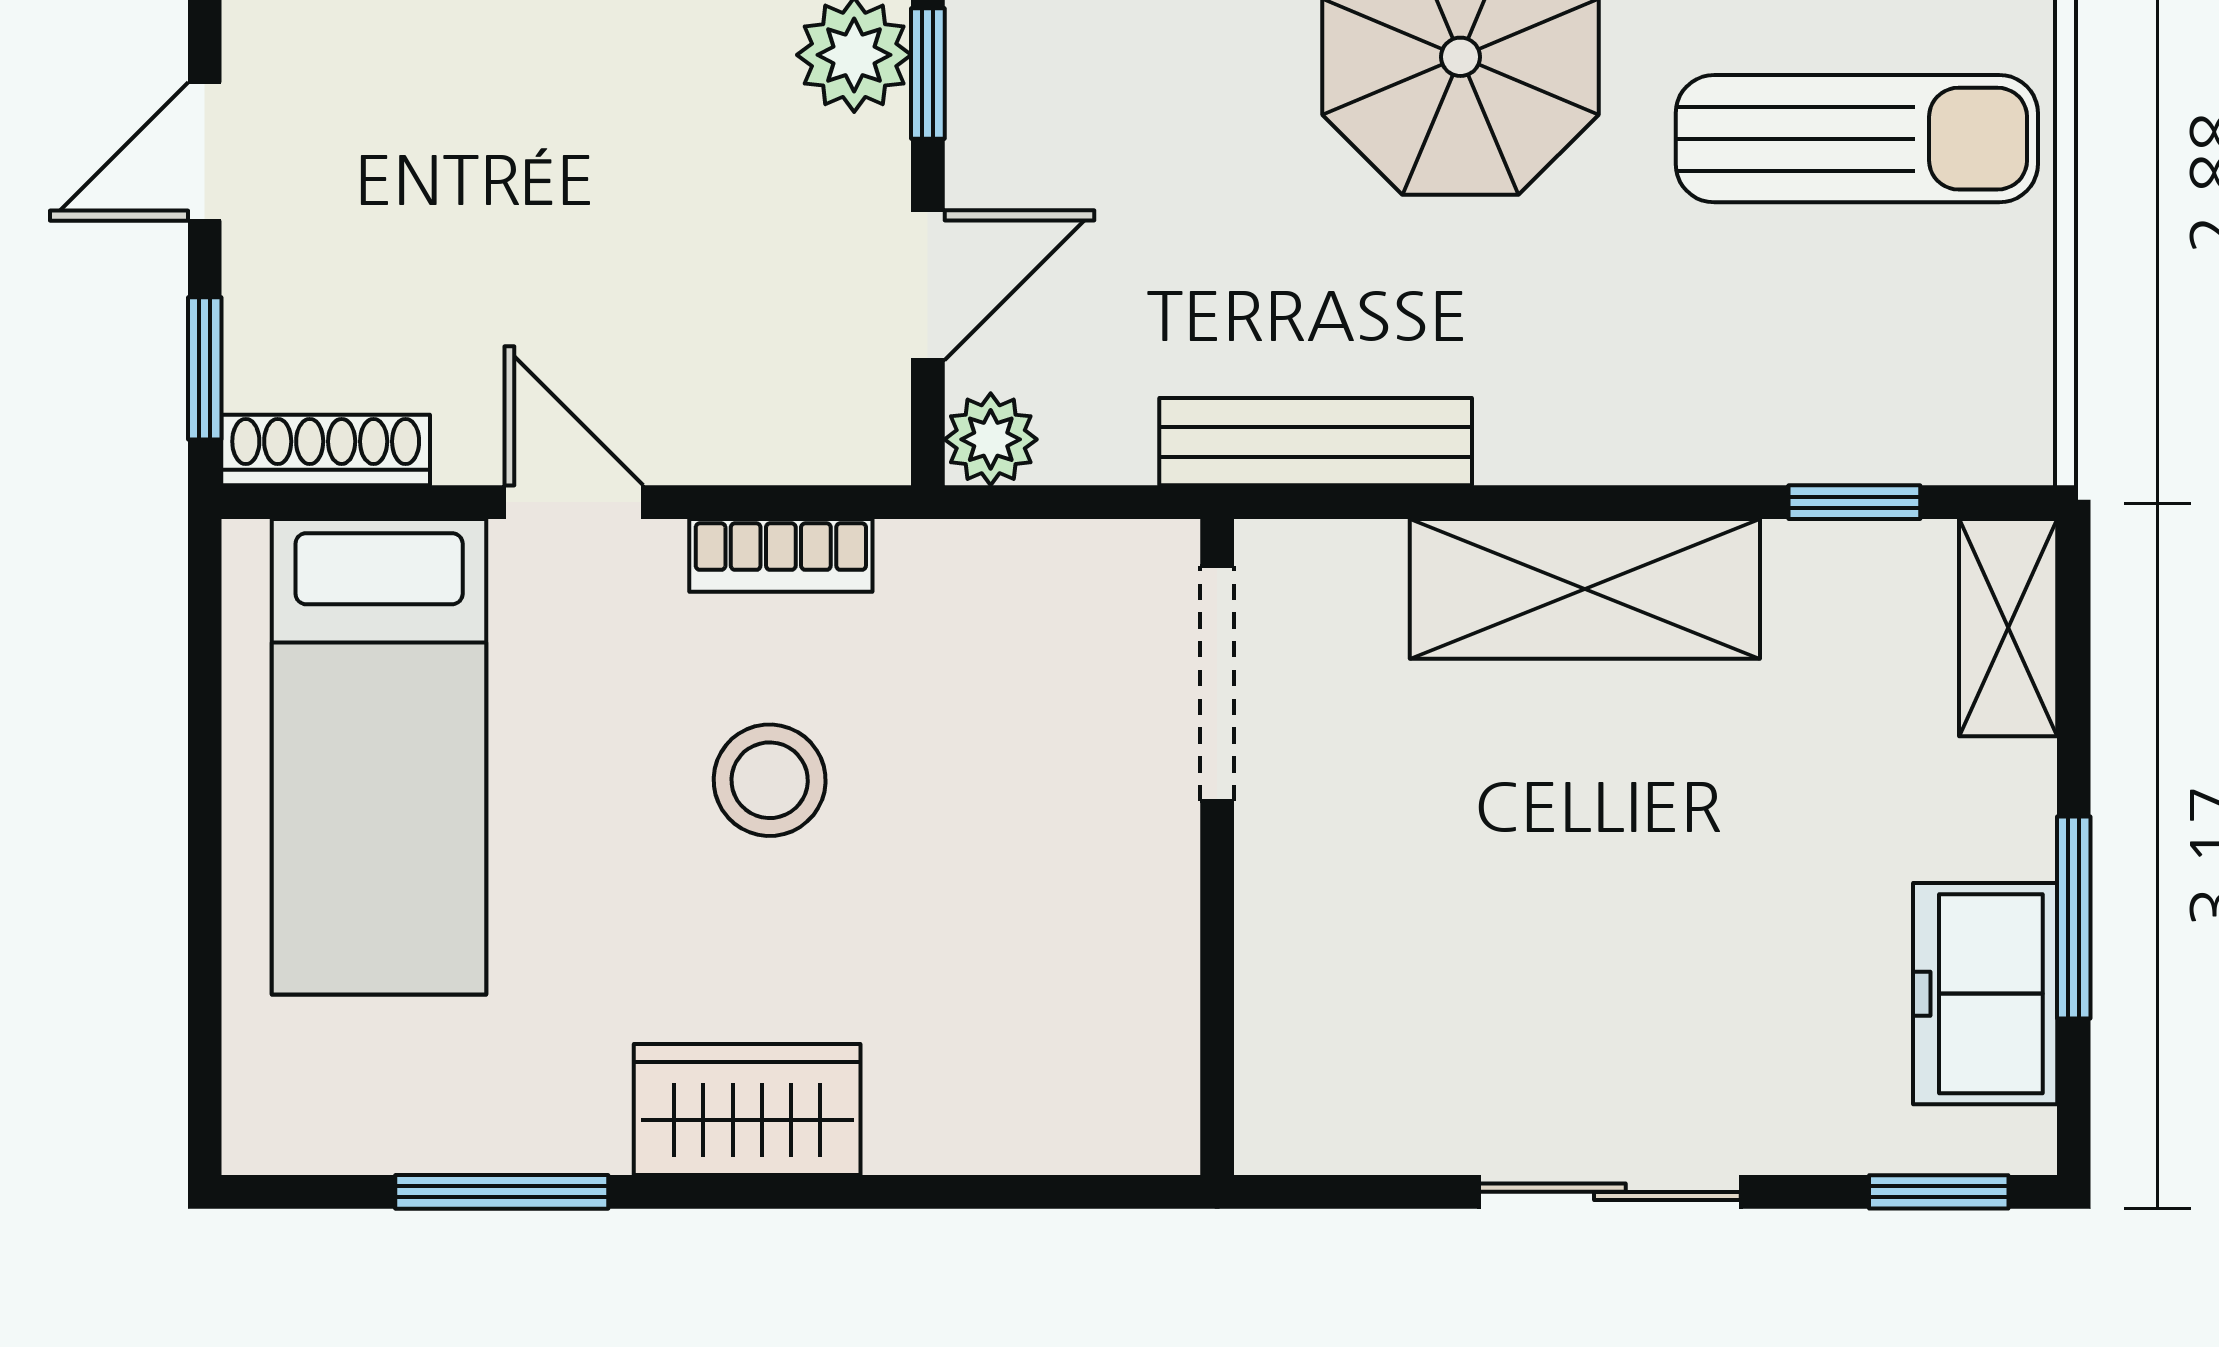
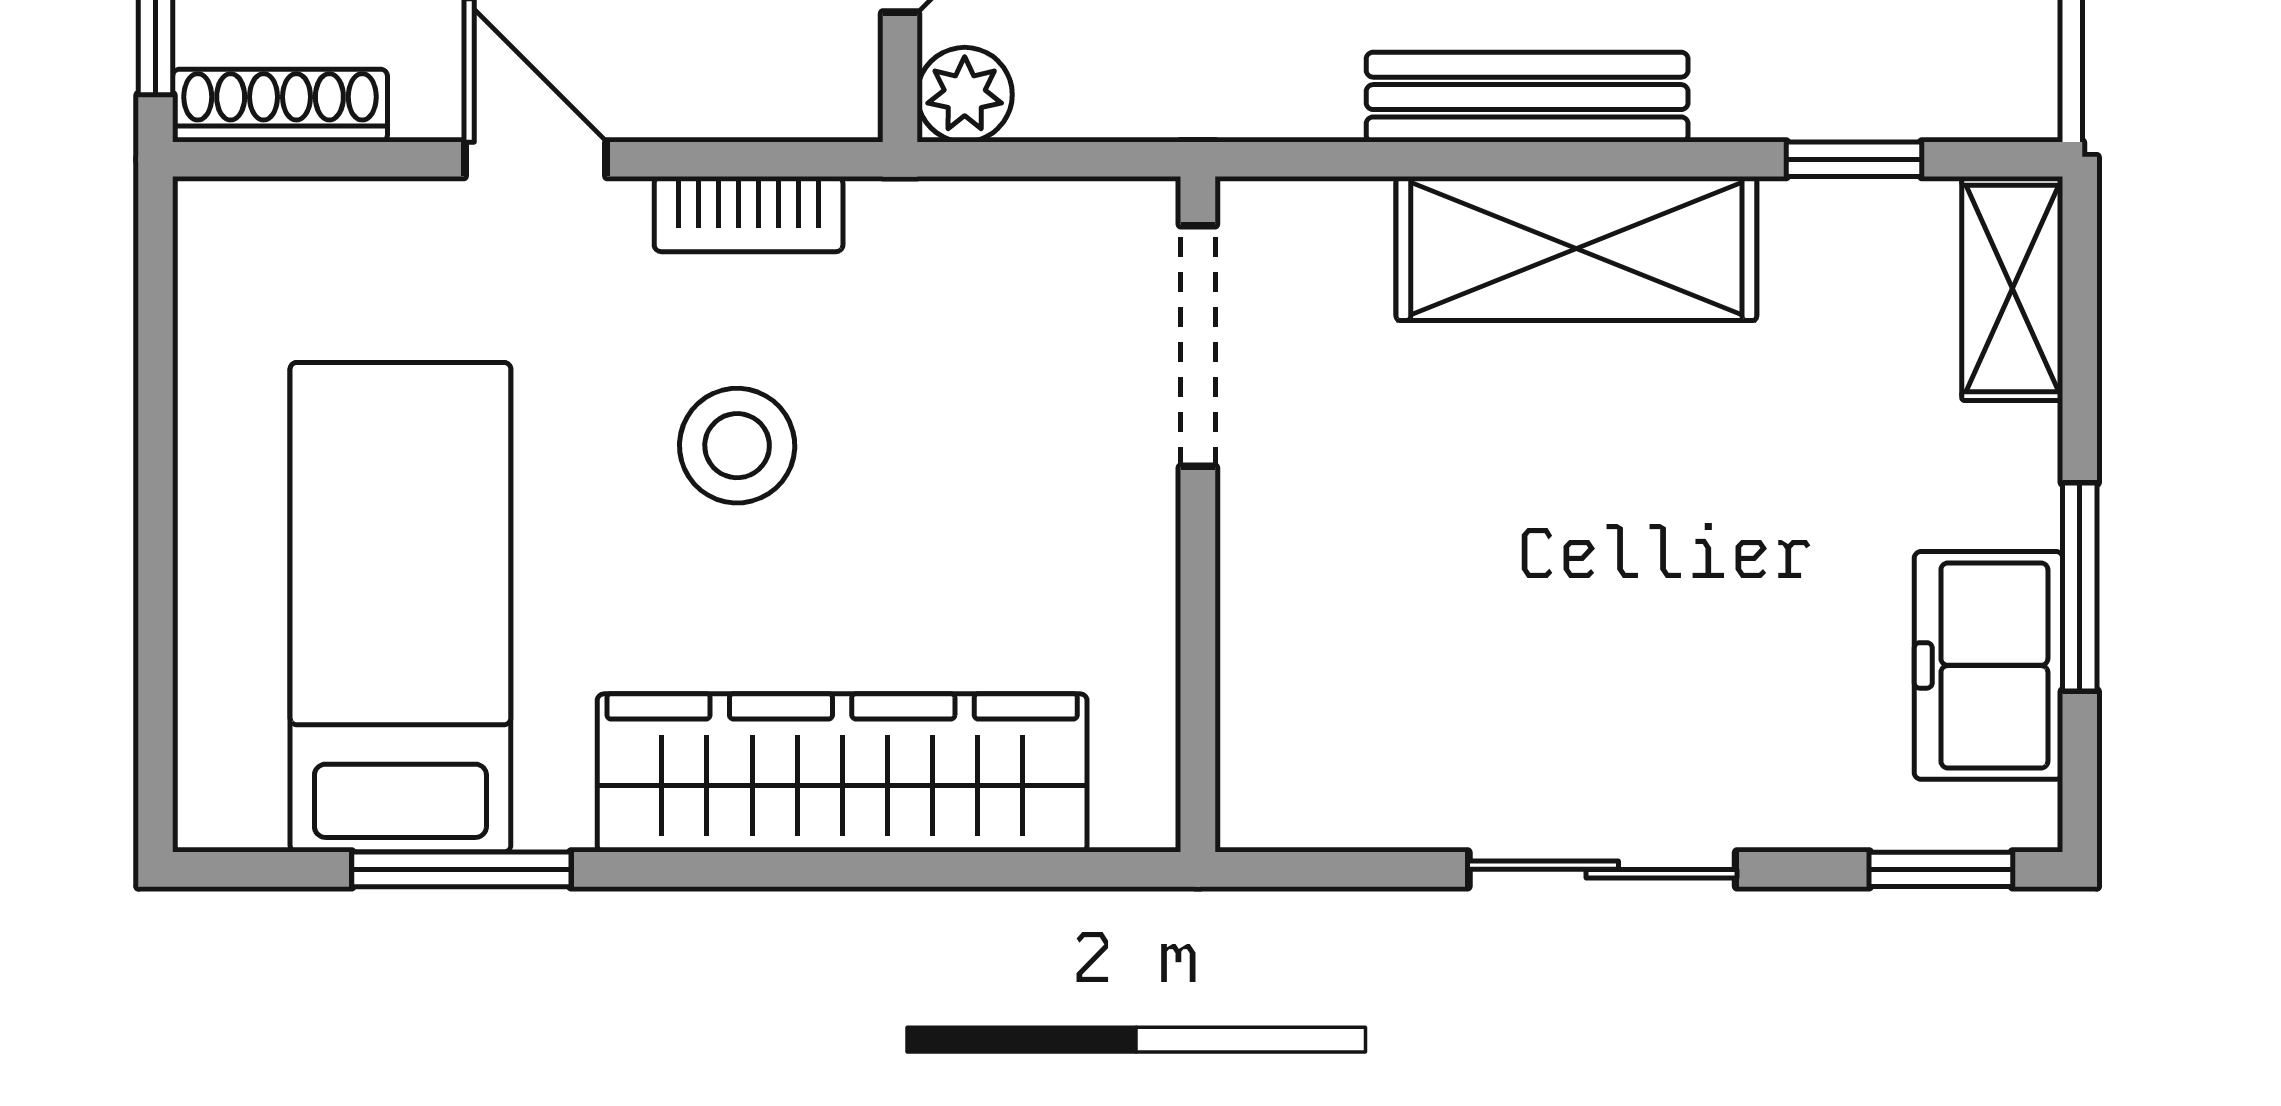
bench: (1316, 442) -> (1527, 97), moved
bed: (379, 757) -> (400, 607), moved, turned 180
wardrobe: (747, 1109) -> (842, 773), width x2.10, depth x1.17

